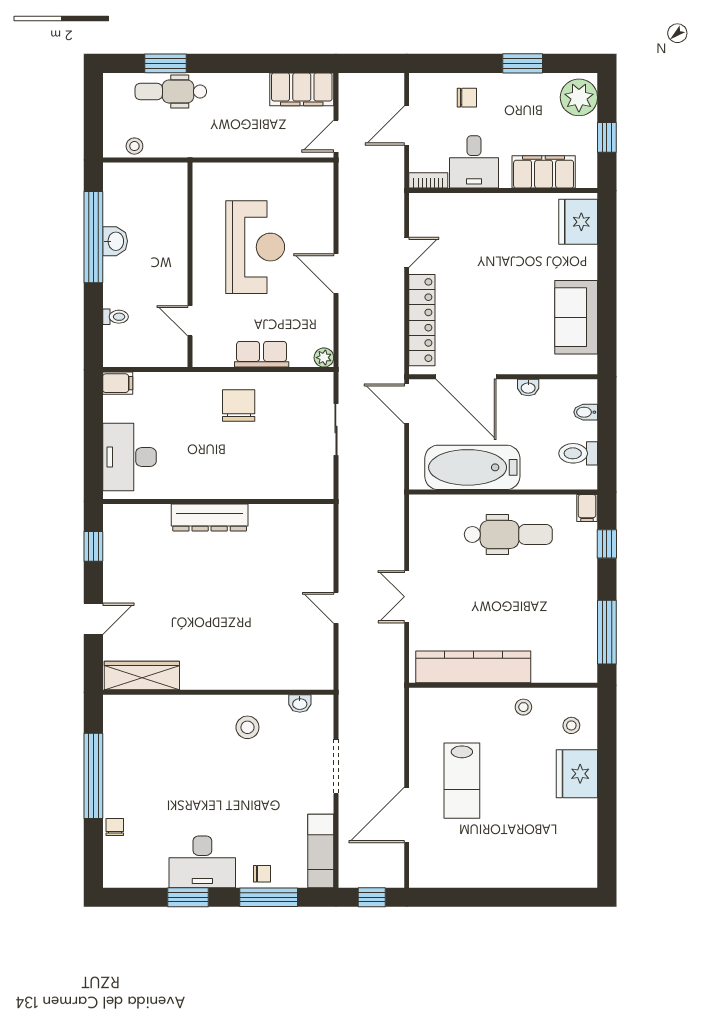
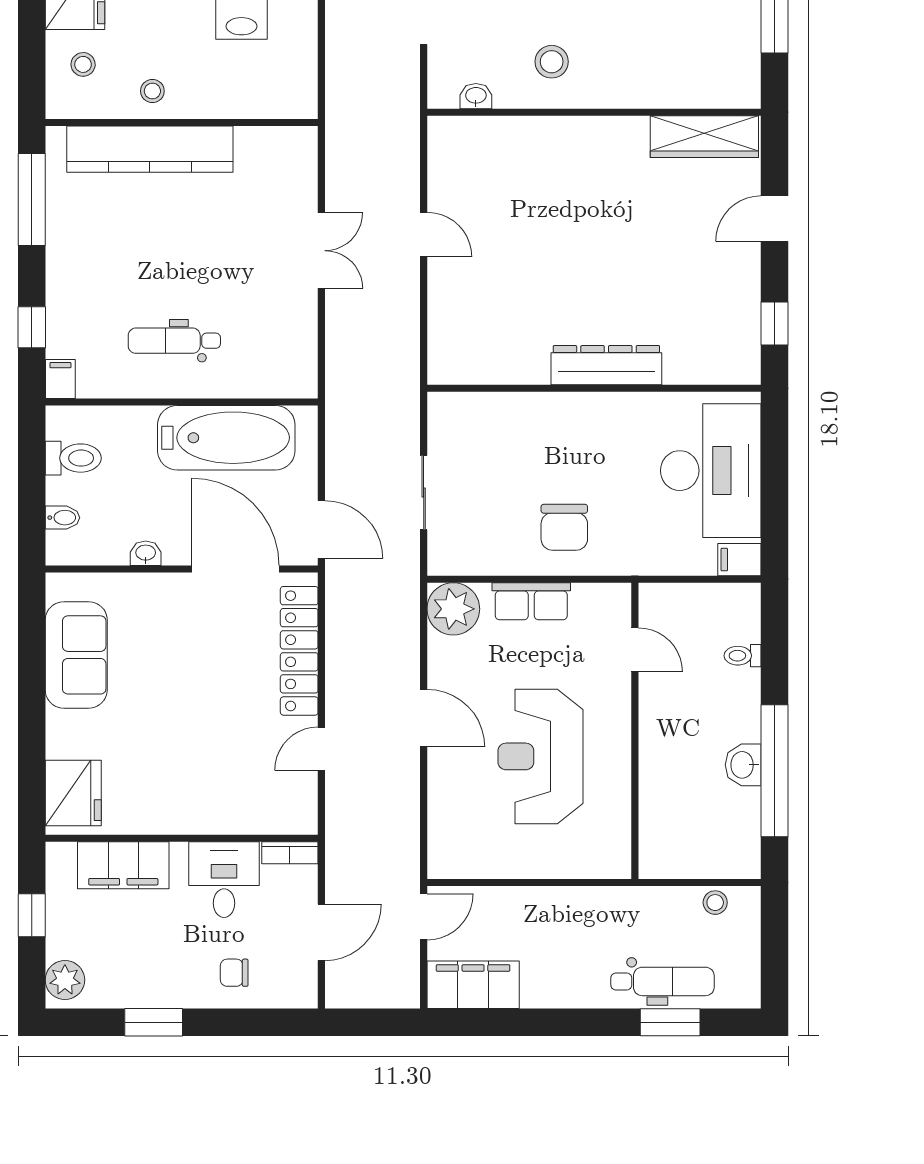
plant: (579, 97) -> (65, 980), width x0.73, depth x0.73
plant: (324, 358) -> (453, 609), width x1.88, depth x1.88
desk: (129, 457) -> (711, 471), width x1.36, depth x1.30
dental chair: (508, 534) -> (174, 341), width x0.73, depth x0.72
kitchen counter: (473, 667) -> (150, 149), moved

